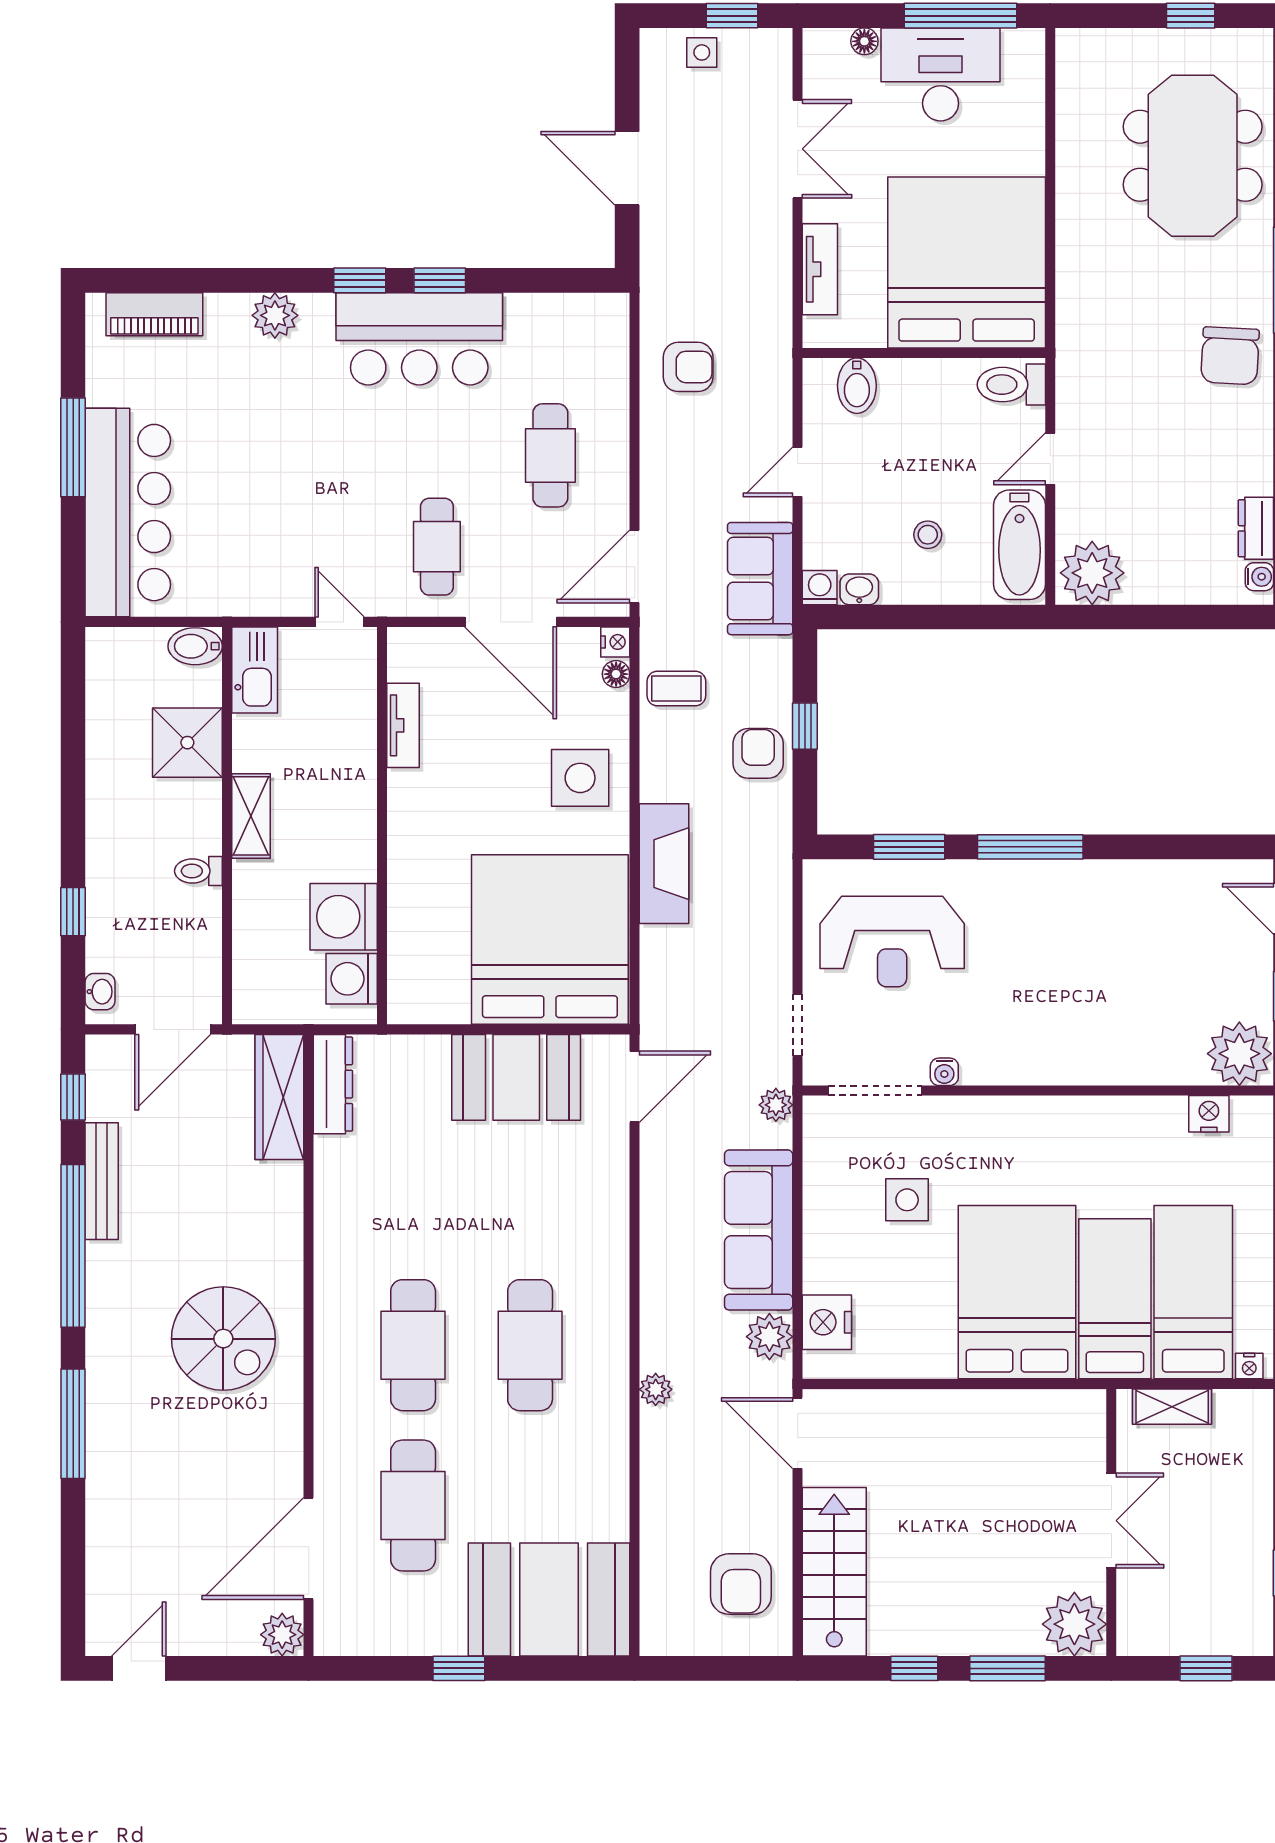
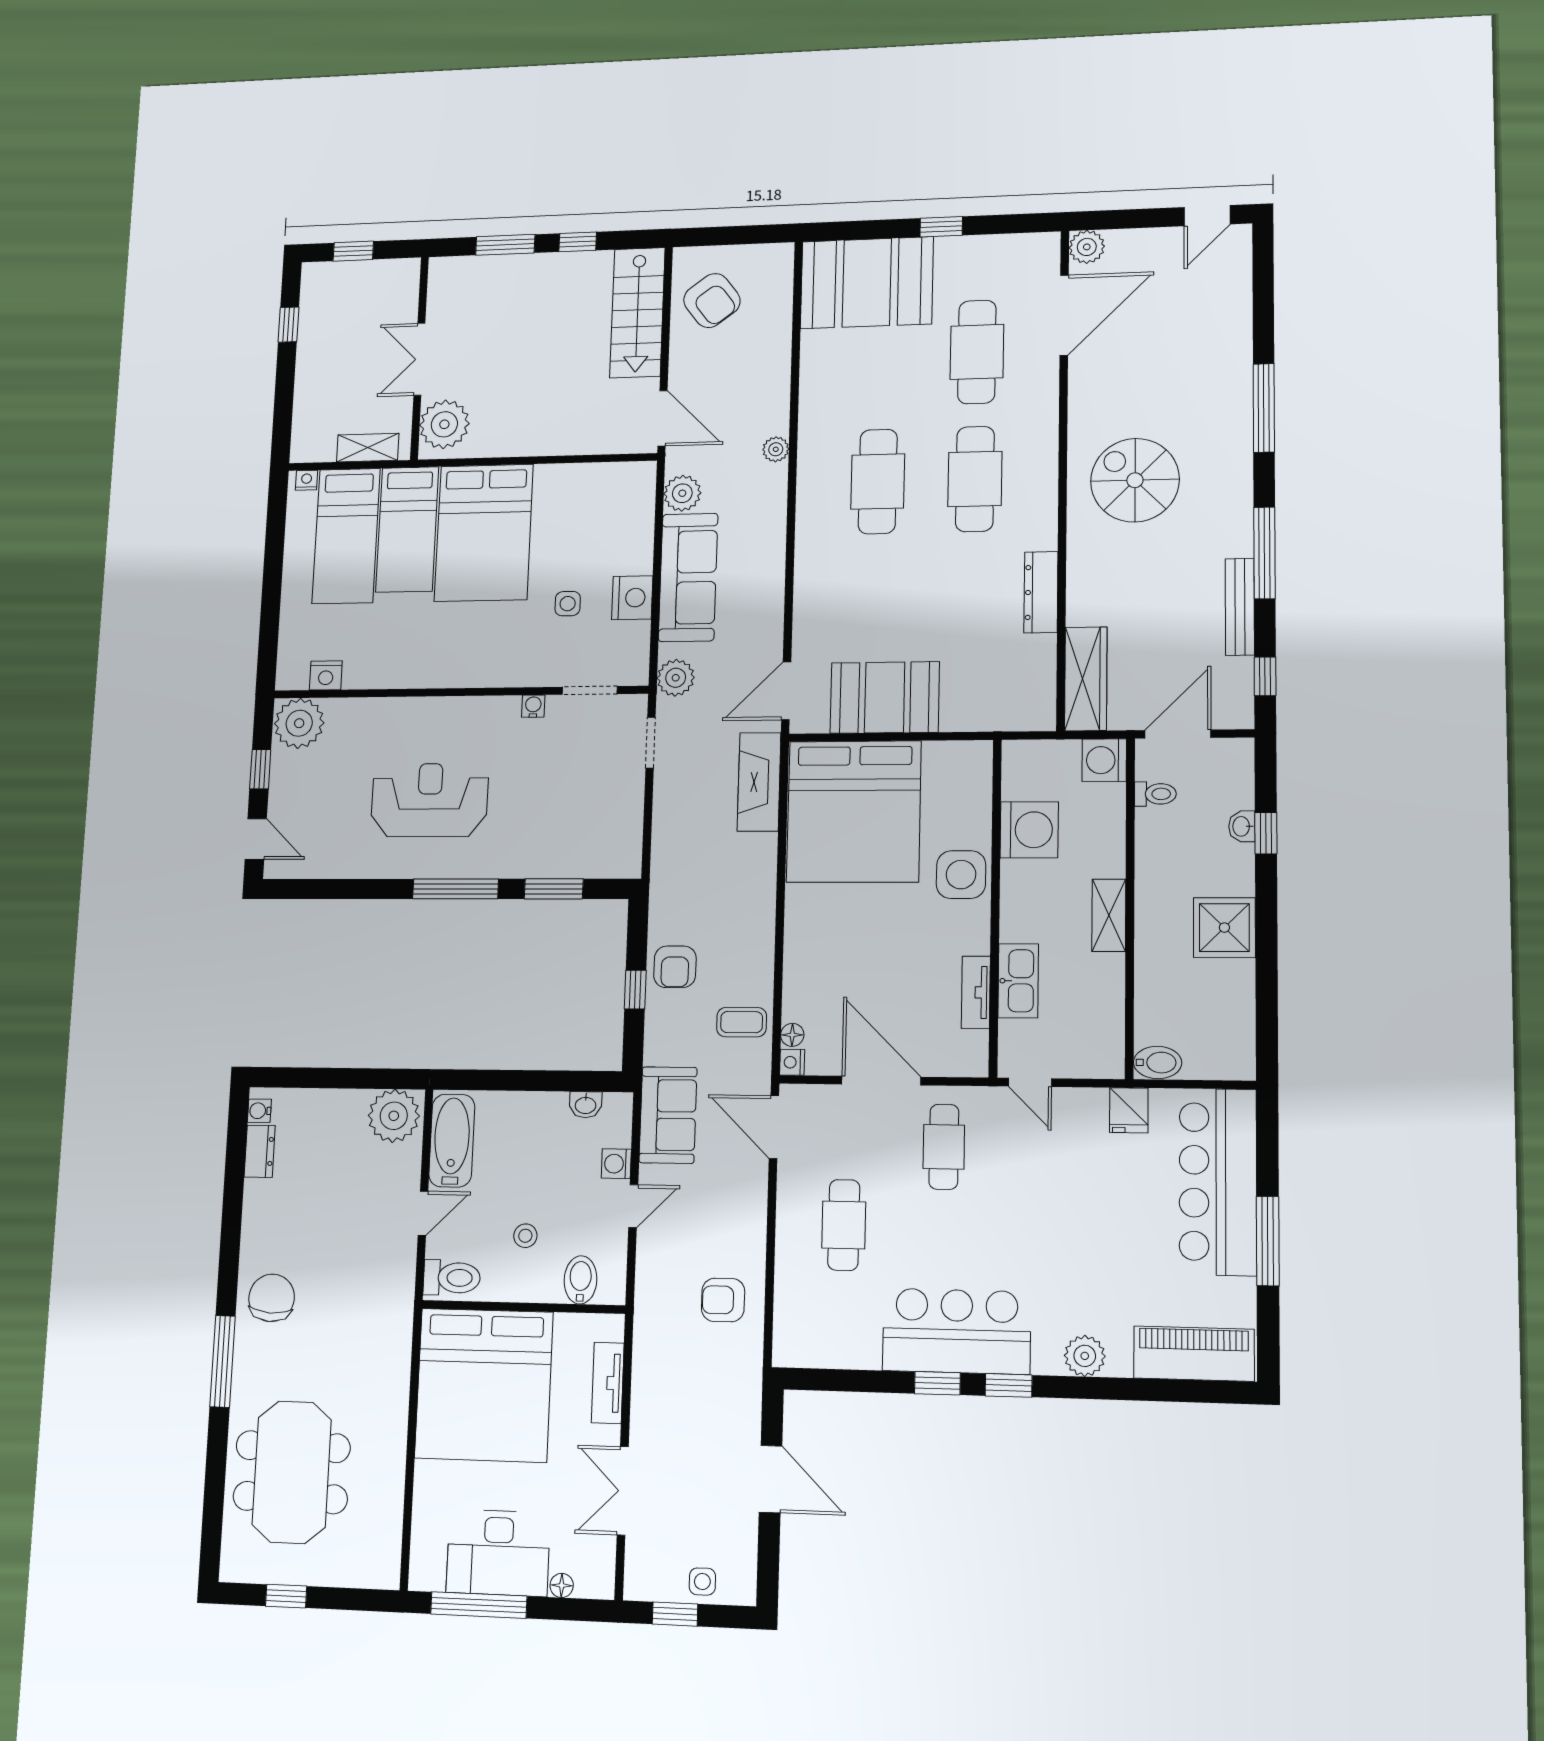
piano: (154, 314) -> (1194, 1354), width x1.37, depth x1.33
stool: (928, 535) -> (525, 1236), moved
door: (635, 566) -> (774, 1127), swing flipped
washing machine: (820, 588) -> (616, 1164), moved, turned 90
fridge: (227, 591) -> (1129, 1110), added
kitchen sink: (255, 670) -> (1018, 981), moved, turned 180
shower: (187, 743) -> (1224, 928), moved
side table: (580, 778) -> (961, 875), moved
fireplace: (664, 864) -> (759, 782), moved
toilet: (198, 871) -> (1155, 794), moved
reception desk: (892, 942) -> (430, 800), moved
washing machine: (352, 979) -> (1104, 760), moved, turned 180
washbasin: (100, 992) -> (1242, 826), moved
dresser: (333, 1084) -> (1041, 592), moved
doorway: (875, 1090) -> (590, 690), width x0.73
plant: (776, 1105) -> (676, 678), width x1.38, depth x1.38
side table: (907, 1200) -> (568, 604), width x0.73, depth x0.73
window: (73, 1246) -> (1264, 553), width x0.68
nightstand: (827, 1322) -> (632, 598), moved
armchair: (741, 1584) -> (712, 301), turned 143
plant: (1074, 1624) -> (444, 424), moved

